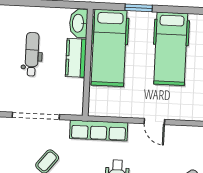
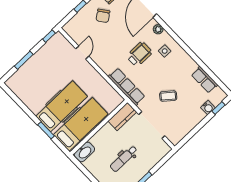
hospital bed: (171, 49) -> (62, 106), moved
kitchen counter: (76, 58) -> (122, 116), moved
door: (154, 122) -> (82, 53), moved

